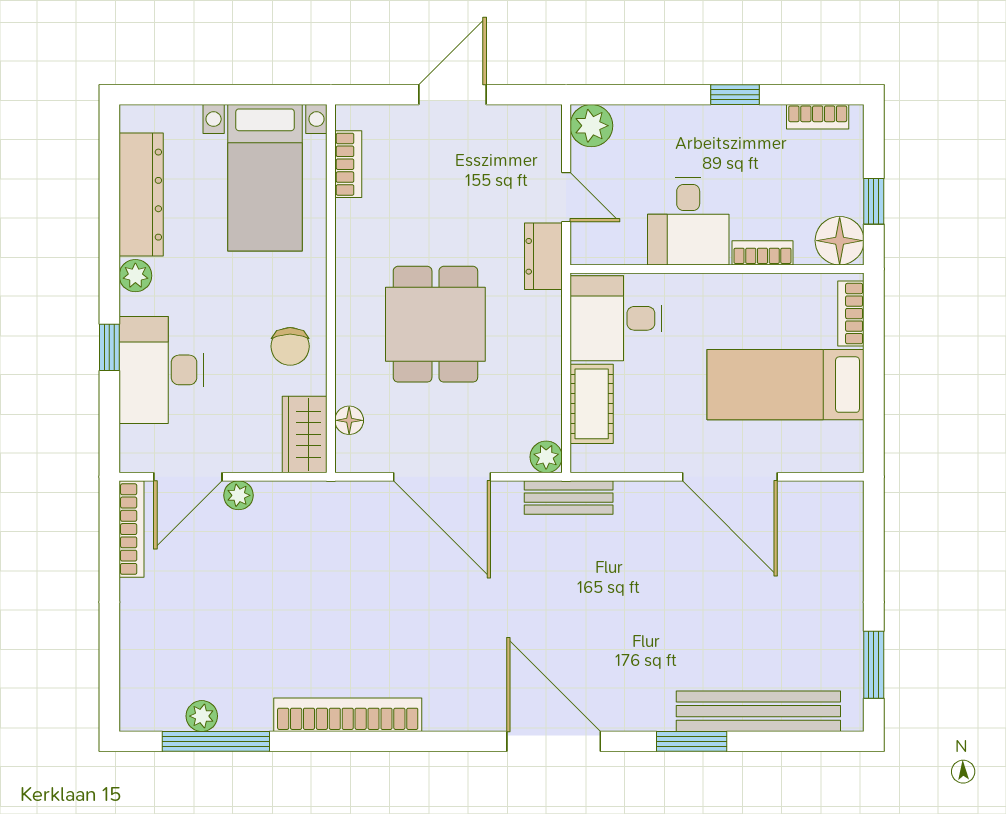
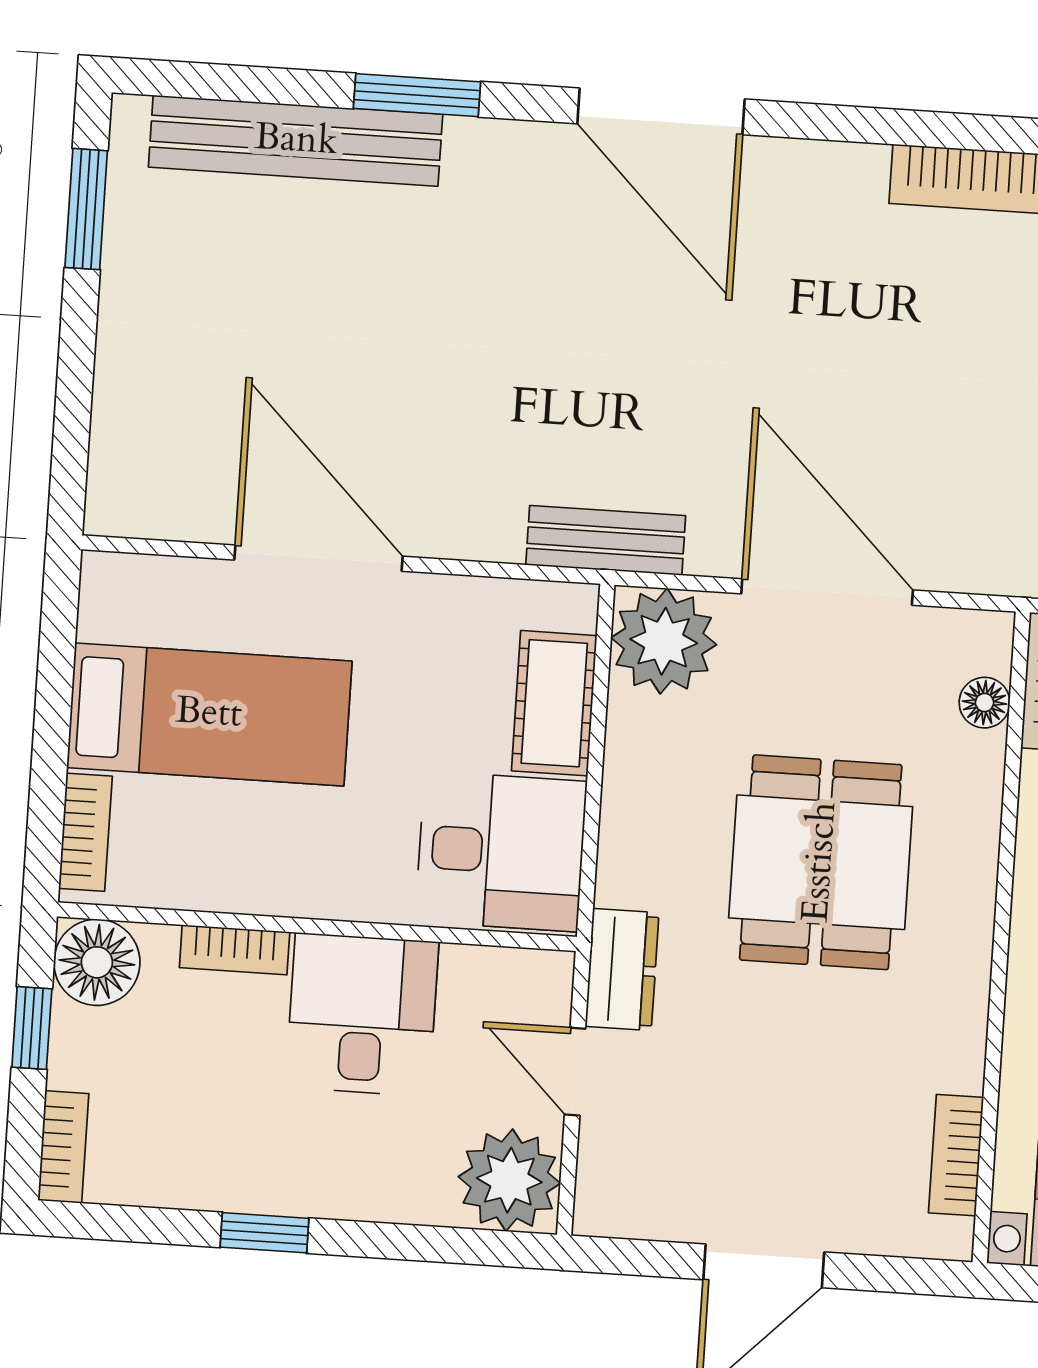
bookcase: (818, 117) -> (63, 1147), moved, turned 90
plant: (591, 126) -> (509, 1180), width x1.36, depth x1.36
plant: (546, 457) -> (664, 641), width x1.88, depth x1.88

